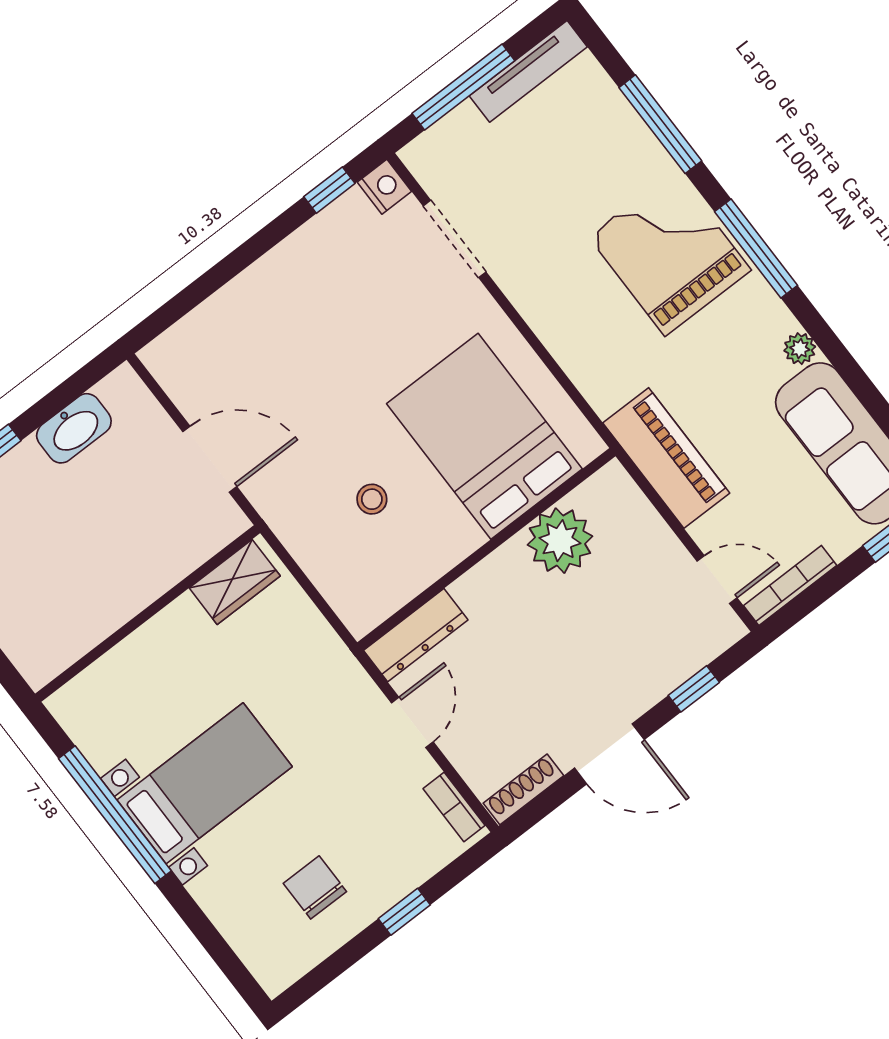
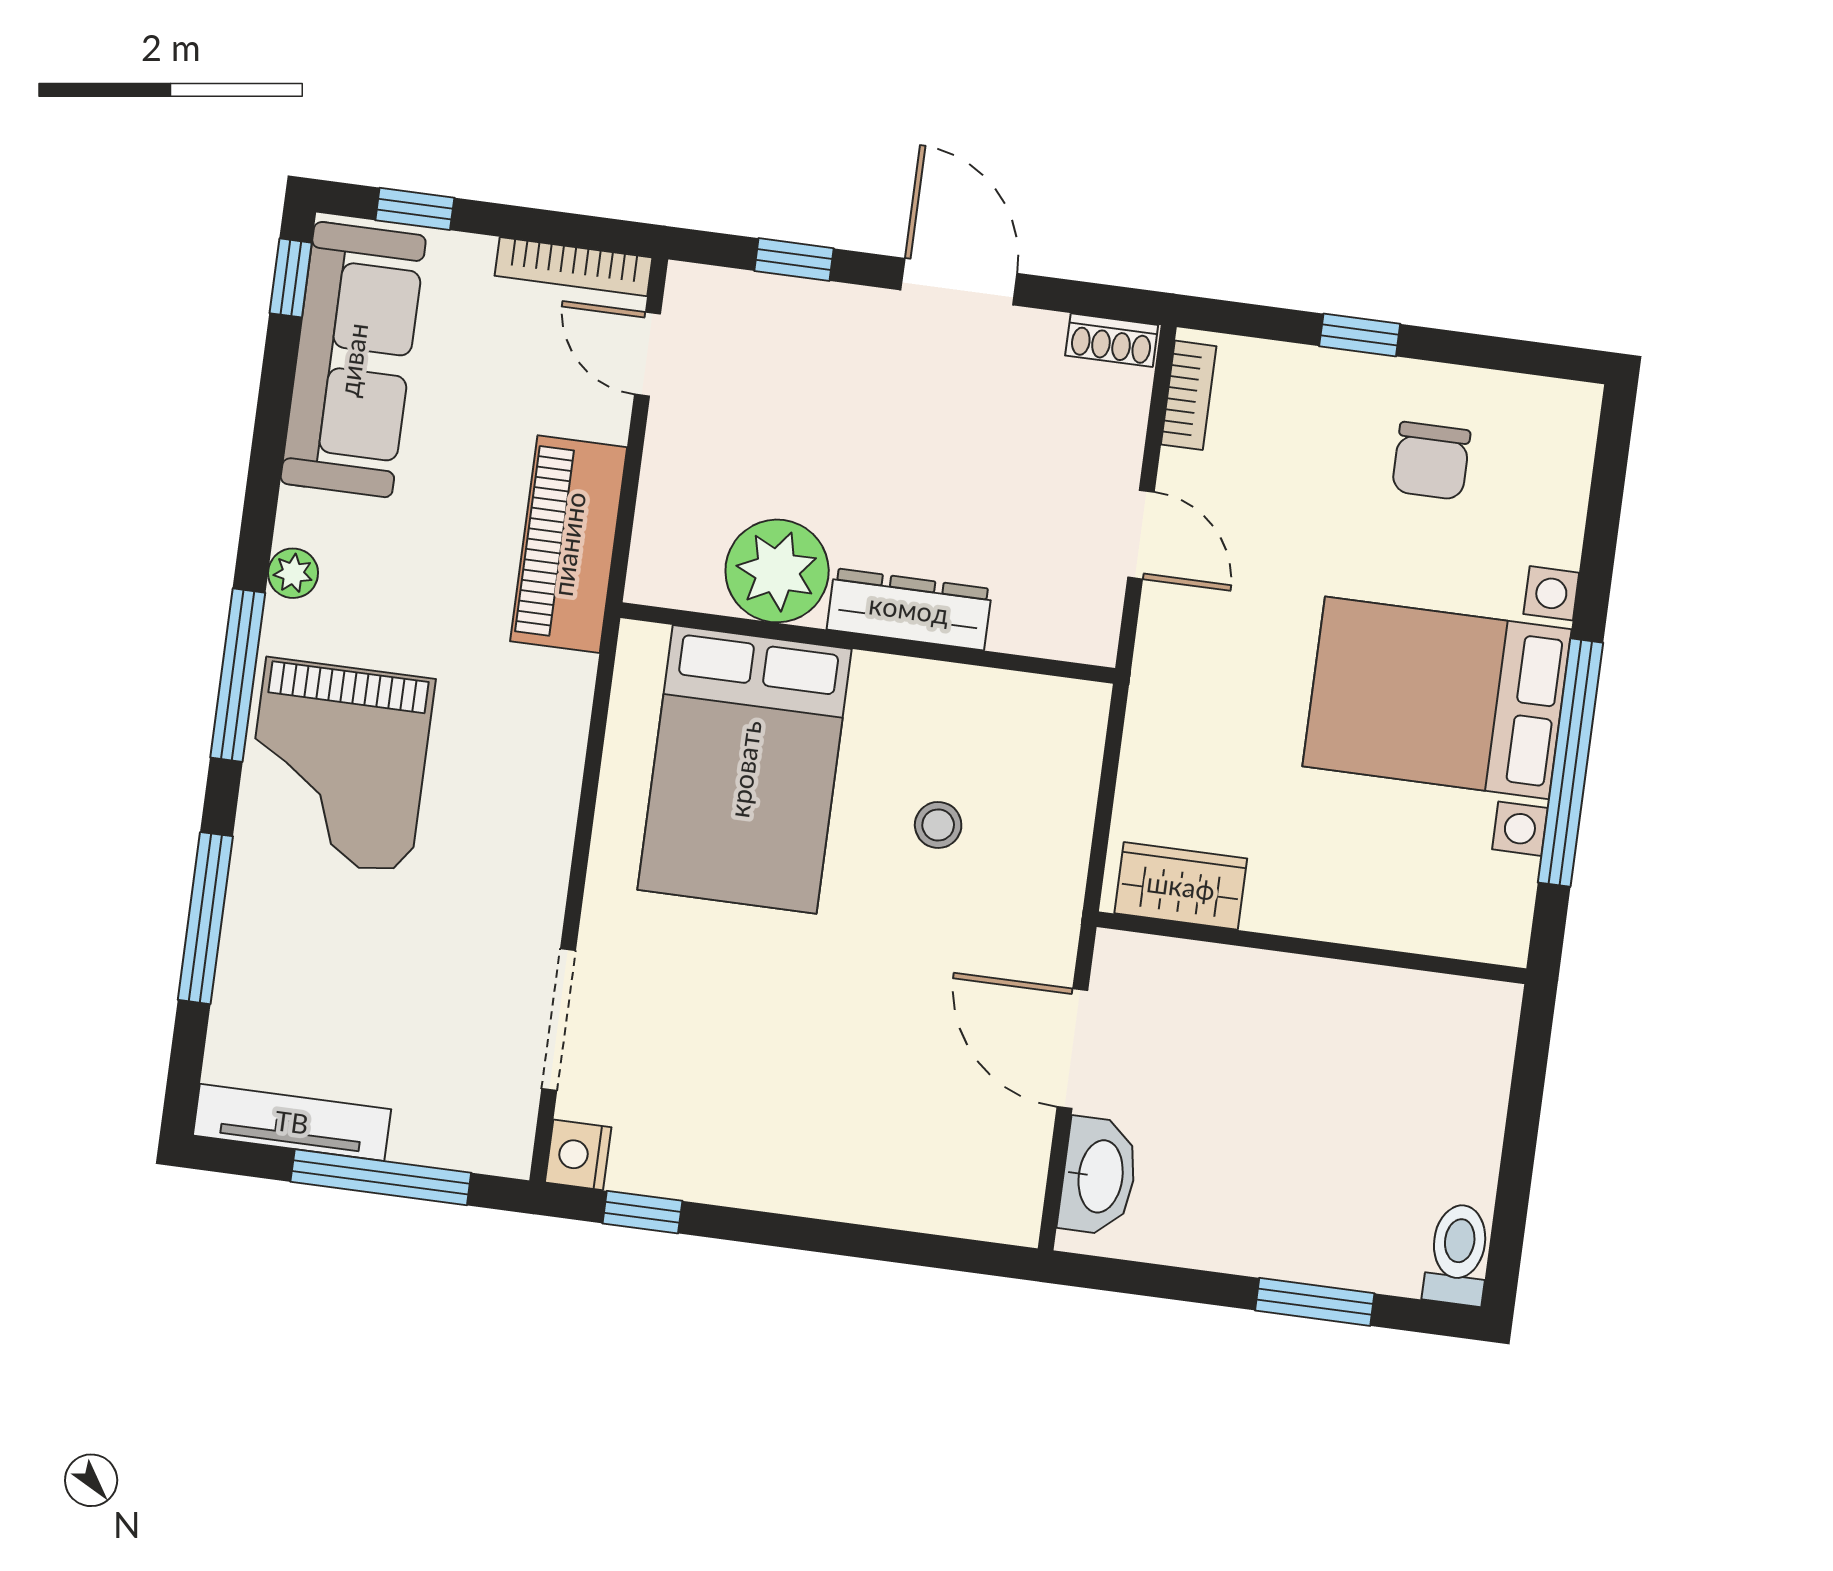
plant: (800, 349) -> (293, 573), moved
washbasin: (74, 428) -> (1099, 1176), moved, turned 90
dresser: (416, 635) -> (909, 609), moved
door: (412, 722) -> (1141, 535), swing flipped
bed with nightstands: (205, 783) -> (1437, 698), width x1.36
shoe rack: (523, 789) -> (1112, 340), width x0.70

